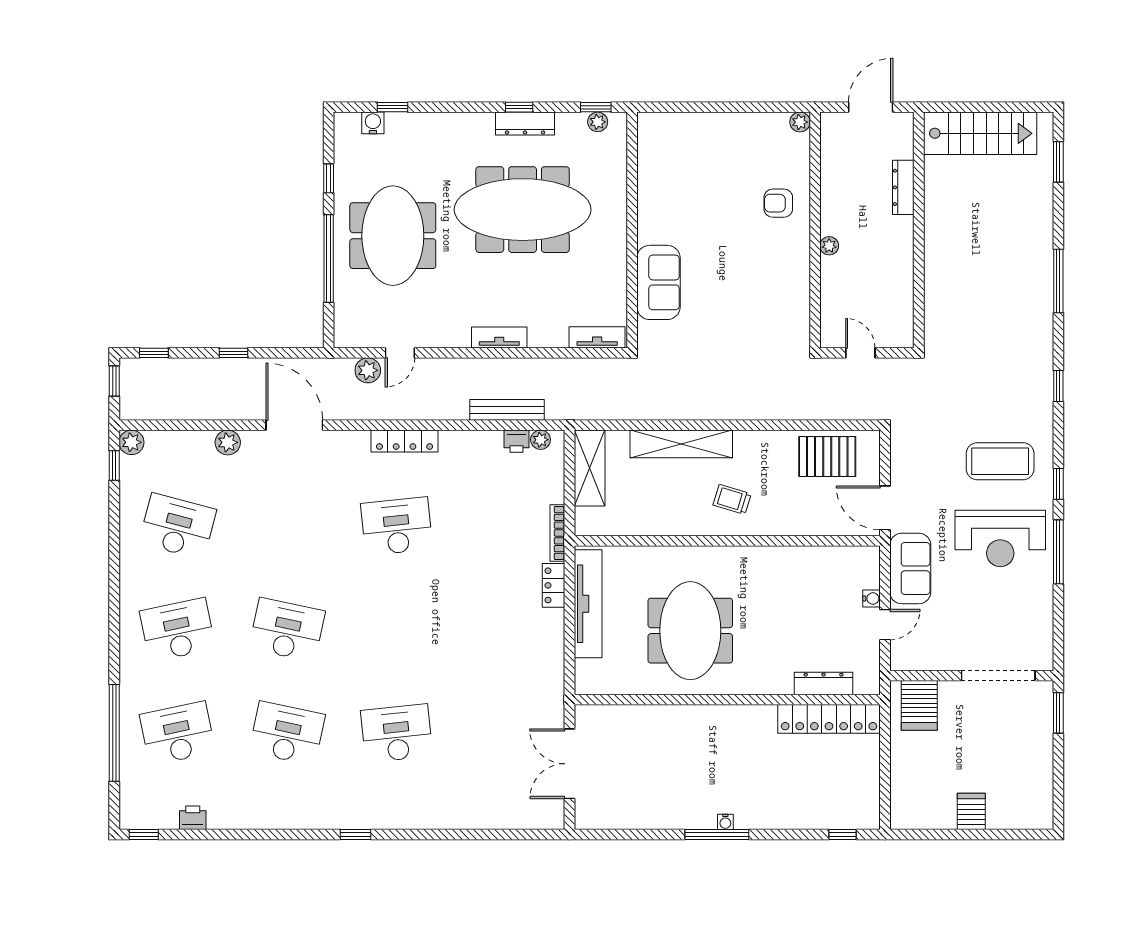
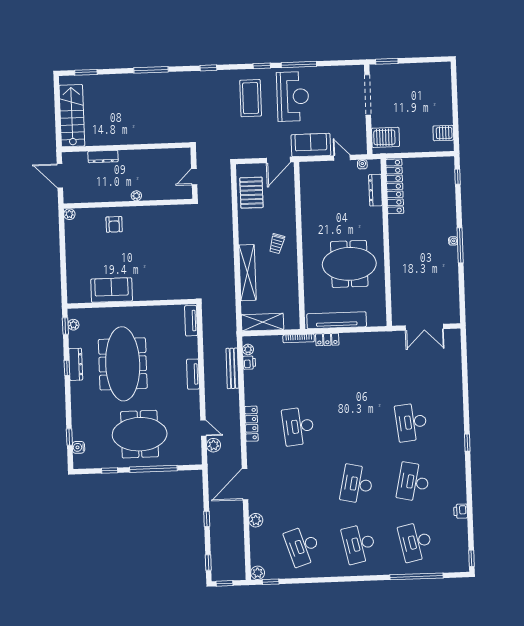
sofa: (658, 282) -> (112, 290), moved
desk: (178, 526) -> (303, 546), turned -33
water cooler: (872, 598) -> (362, 164), moved
server rack: (971, 811) -> (443, 133), moved
printer: (193, 818) -> (461, 511), moved

